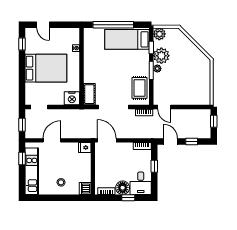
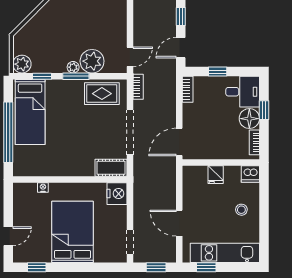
plant: (161, 56) -> (92, 61), moved
fridge: (85, 148) -> (216, 175), moved

